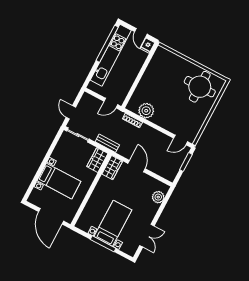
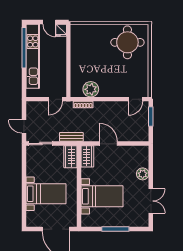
plant: (158, 197) -> (143, 174), moved
bed with nightstands: (113, 223) -> (102, 196), moved, turned 90

